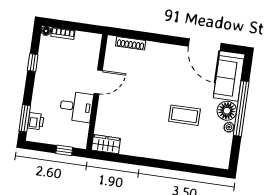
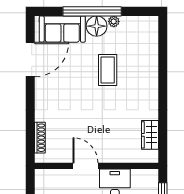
wardrobe: (106, 144) -> (150, 135), moved

